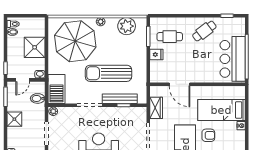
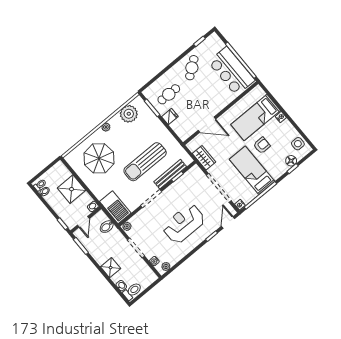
parasol: (75, 41) -> (99, 158), width x0.73, depth x0.73
shower: (14, 119) -> (111, 268), moved

